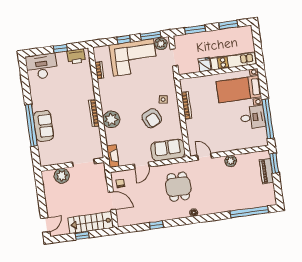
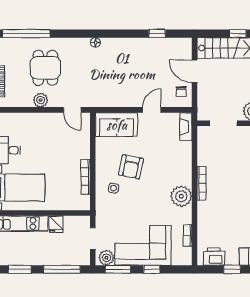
window: (195, 30) -> (62, 269), width x1.44
armchair: (152, 118) -> (131, 167), turned -144
plant: (111, 119) -> (181, 196), moved
dining table: (178, 187) -> (45, 68), moved
window: (156, 225) -> (157, 34), moved

